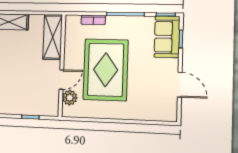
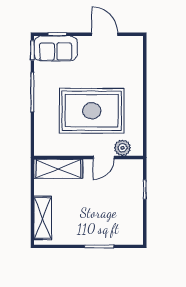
bookcase: (93, 20) -> (39, 126), removed
door: (61, 80) -> (104, 157), swing flipped
door: (180, 85) -> (105, 34), hinge flipped

